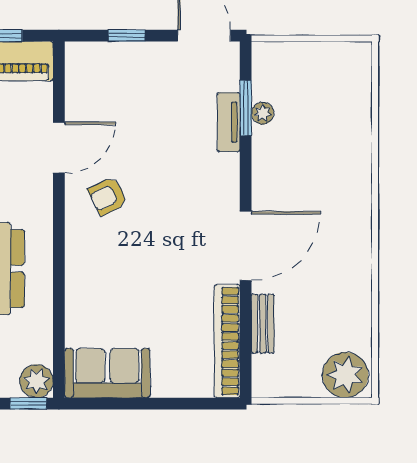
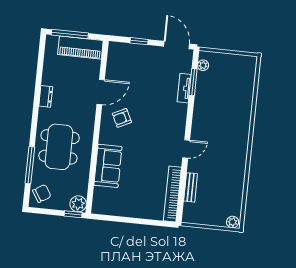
plant: (263, 113) -> (203, 65), moved
door: (246, 246) -> (186, 149), width x0.53
sofa: (107, 373) -> (108, 166), moved, turned 90
plant: (345, 375) -> (233, 222), width x0.53, depth x0.53

